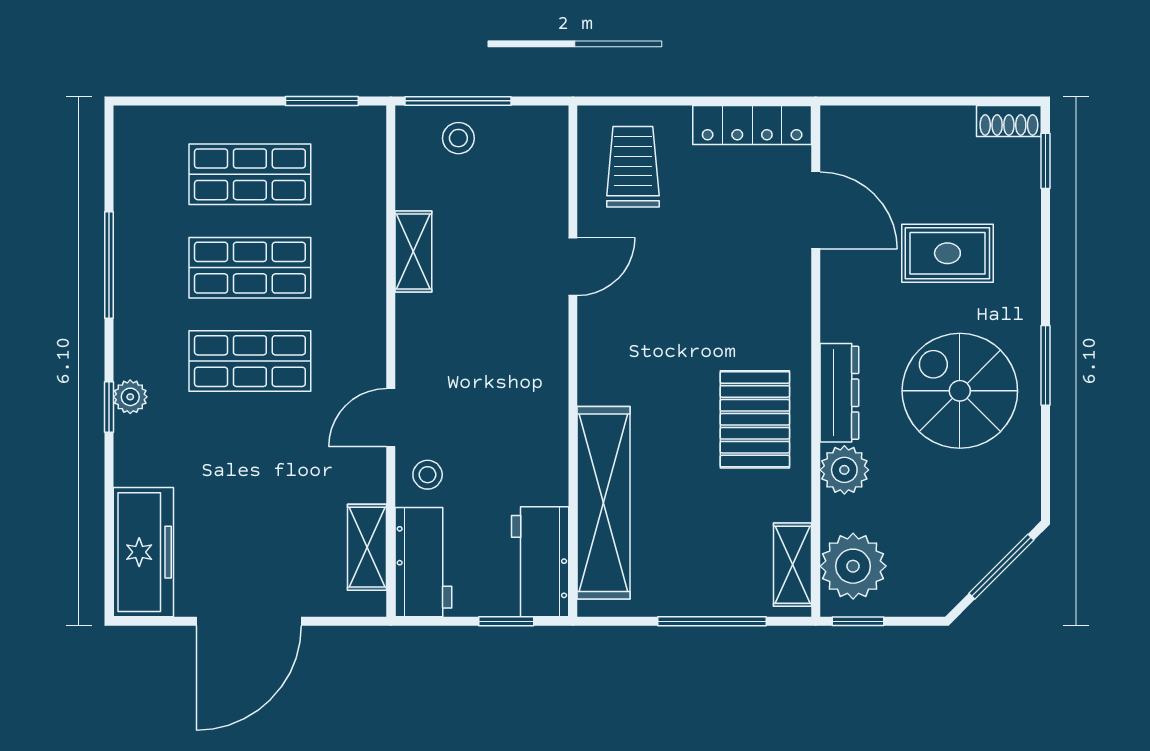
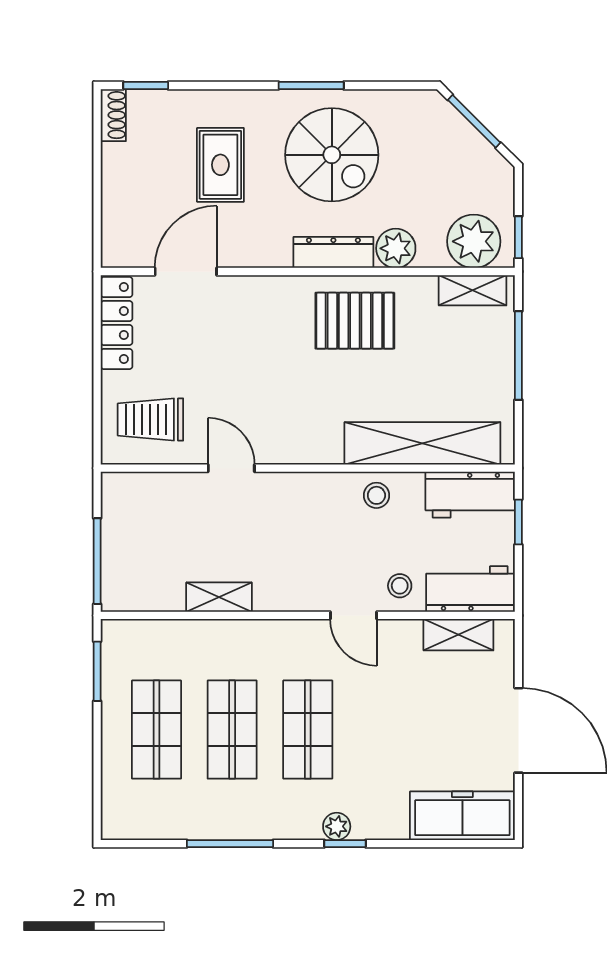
stool: (458, 138) -> (376, 495), moved
spiral stairs: (960, 391) -> (332, 155), turned -90

